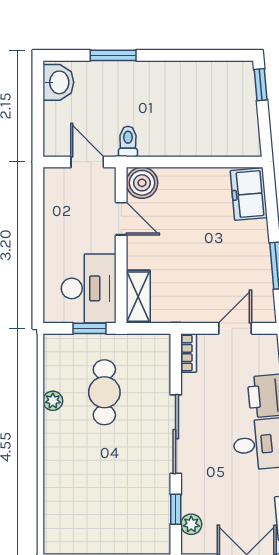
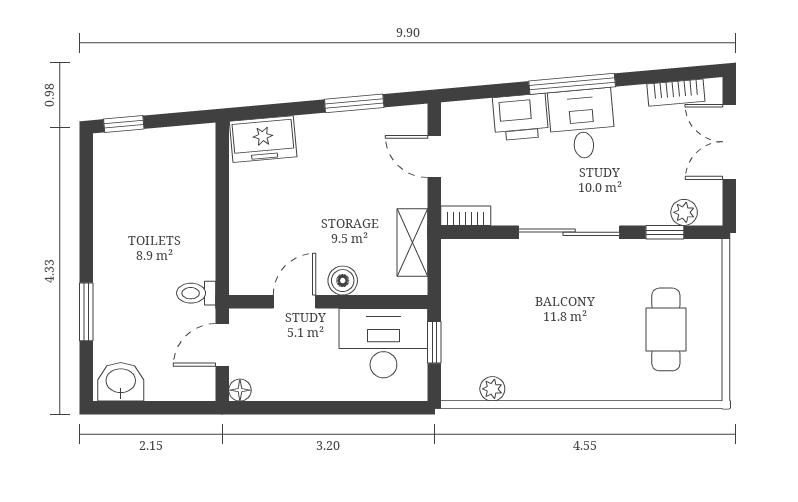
floor lamp: (52, 176) -> (240, 390), added
boiler: (142, 183) -> (343, 281), moved, width x0.73, depth x0.73
shelving: (138, 297) -> (412, 243), moved, turned 90
cafe table: (104, 392) -> (666, 329), moved, turned 90
plant: (53, 401) -> (492, 389), moved

